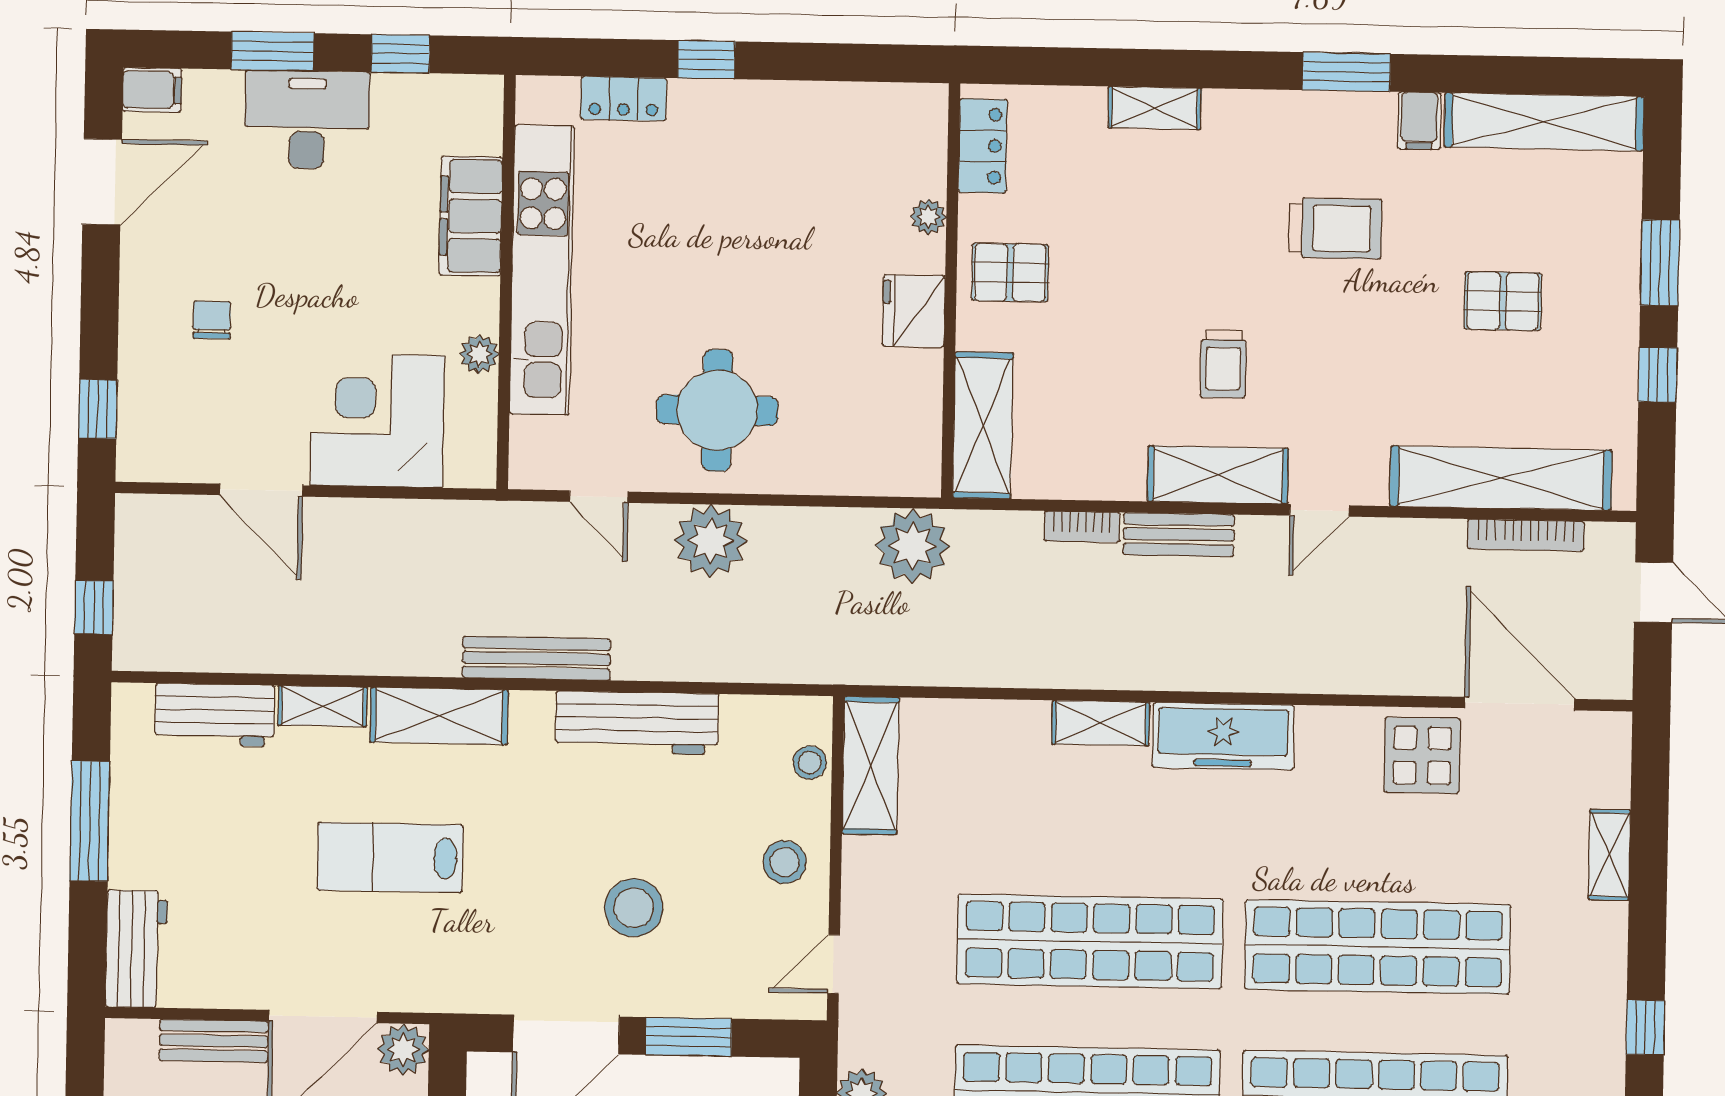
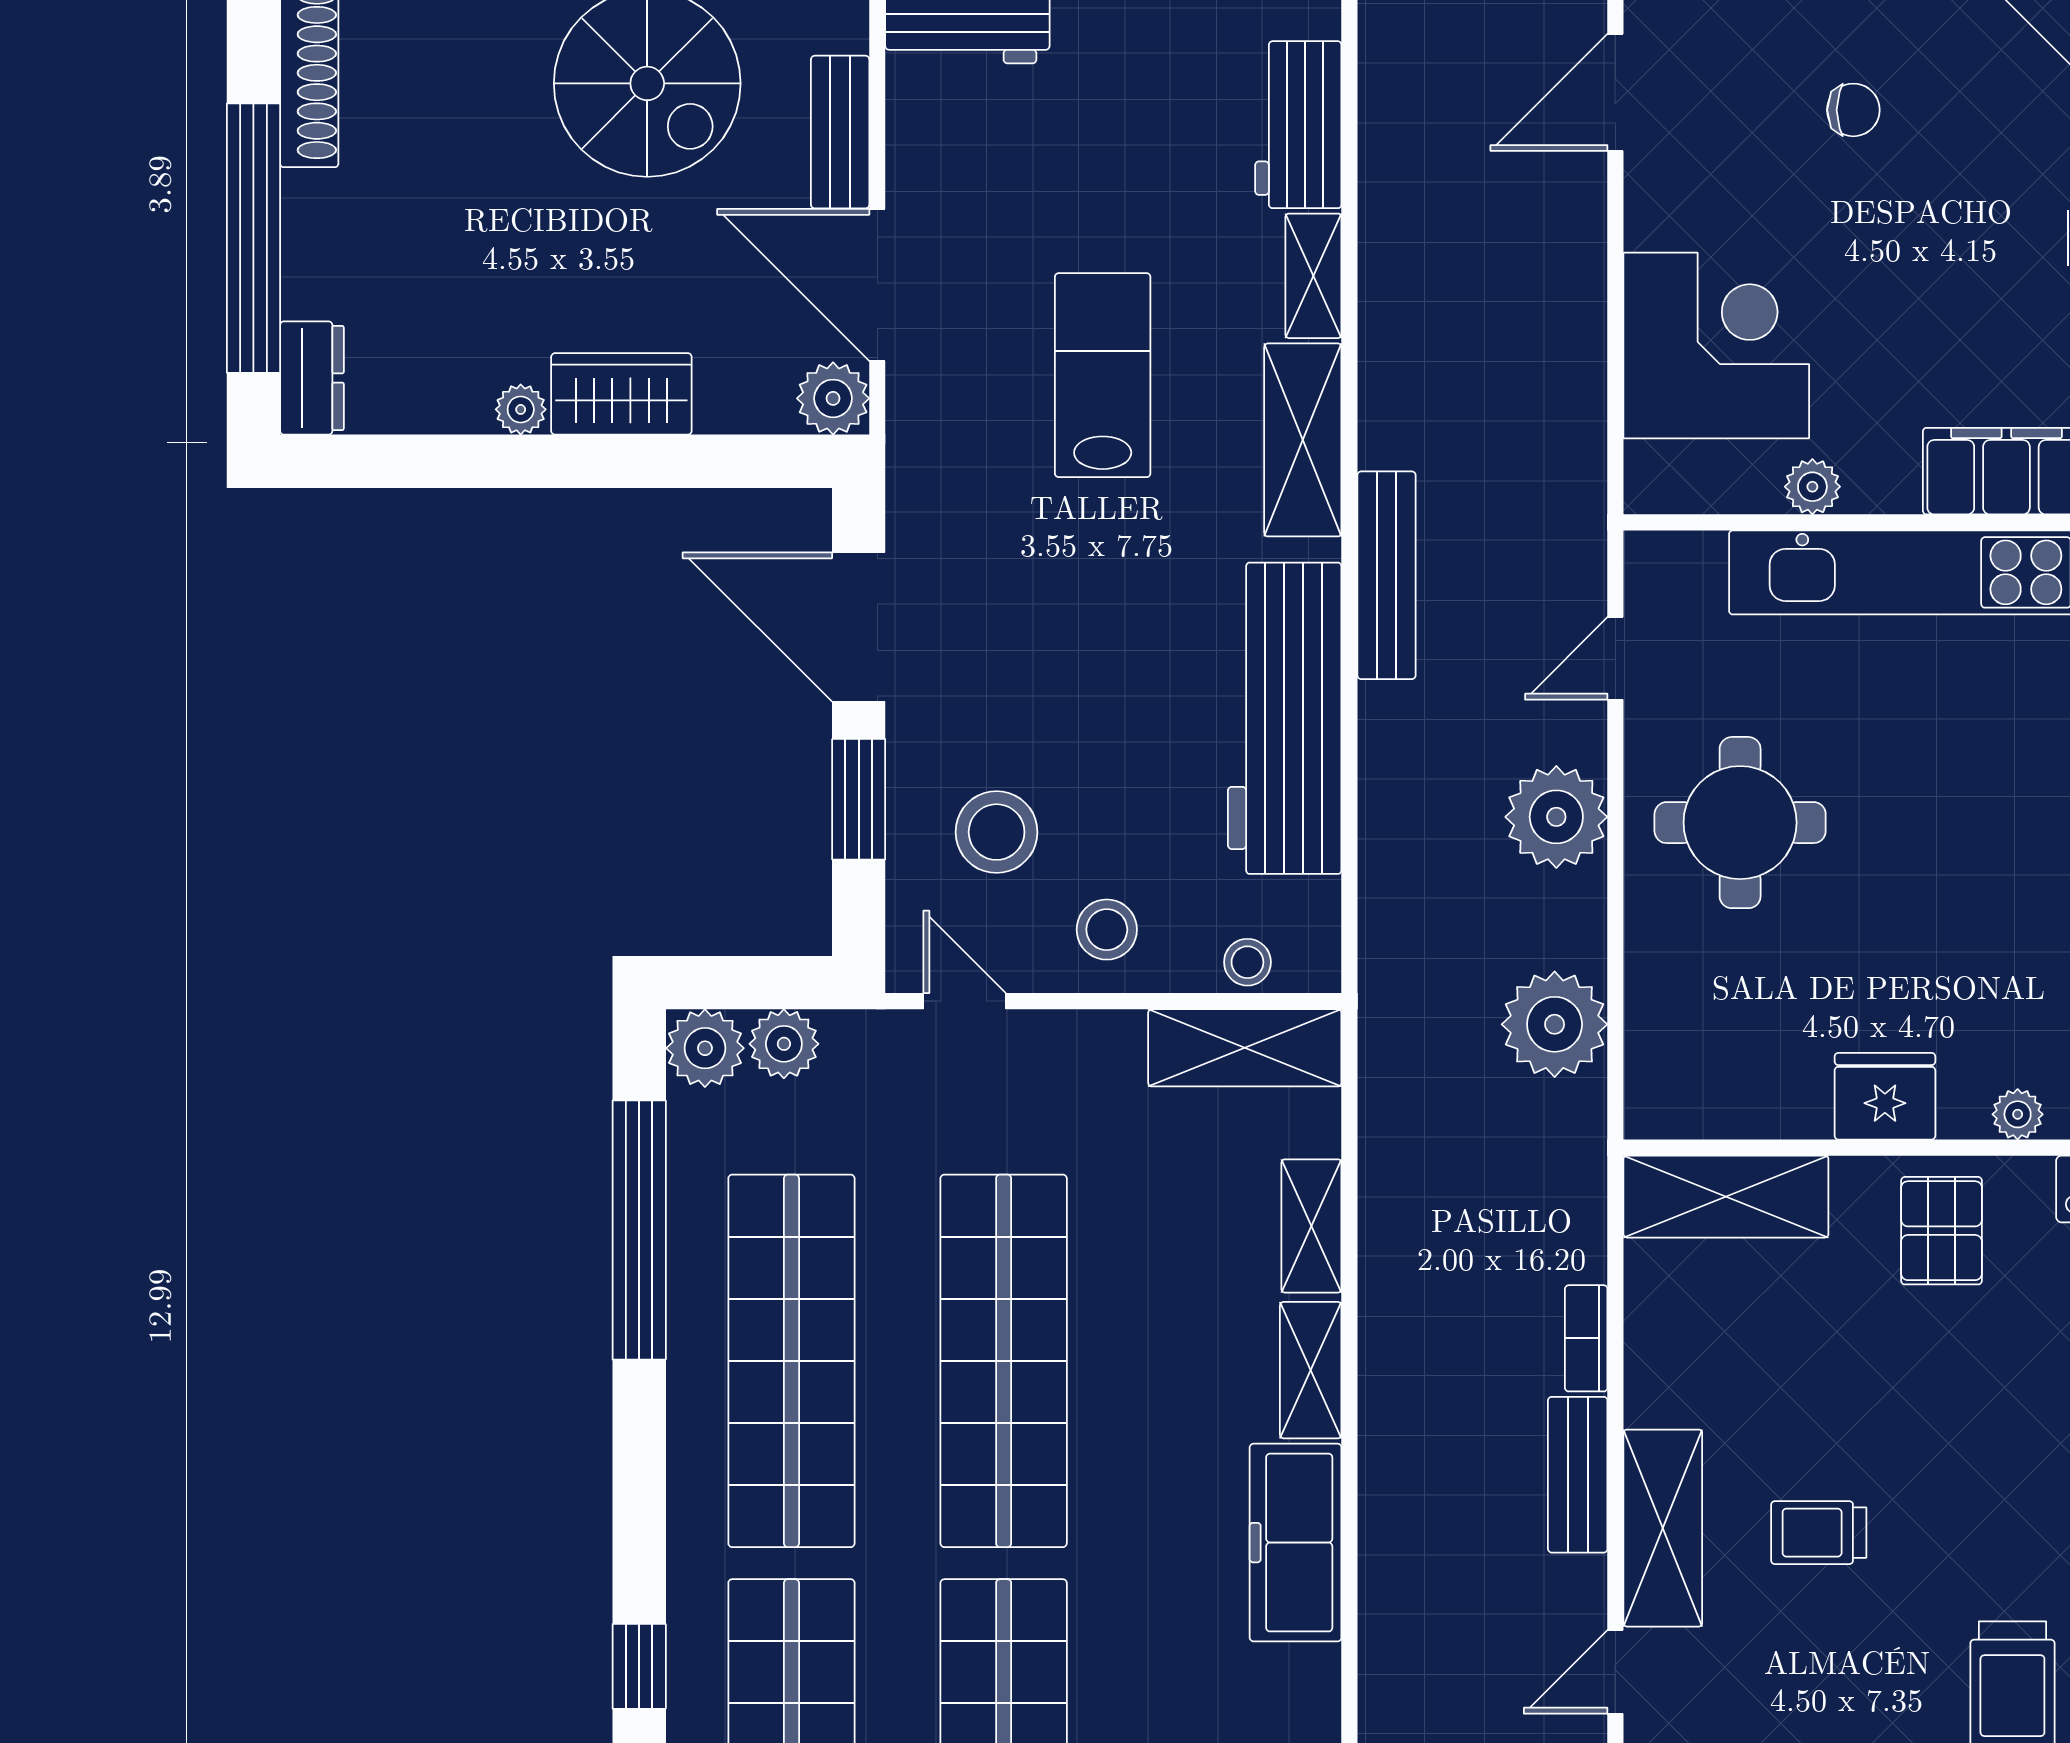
door: (261, 490) -> (1615, 92), moved
door: (1320, 510) -> (1615, 1672), hinge flipped
plant: (913, 546) -> (1555, 1024), moved
shelving: (998, 721) -> (1311, 1226), added
workbench: (637, 723) -> (1285, 718), width x1.36, depth x1.32
stool: (634, 908) -> (997, 832), moved

